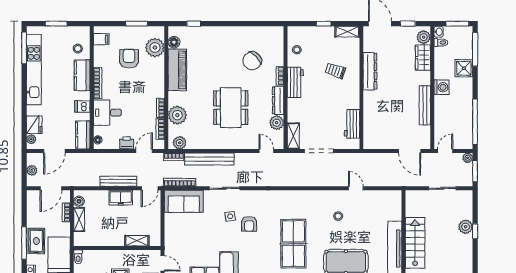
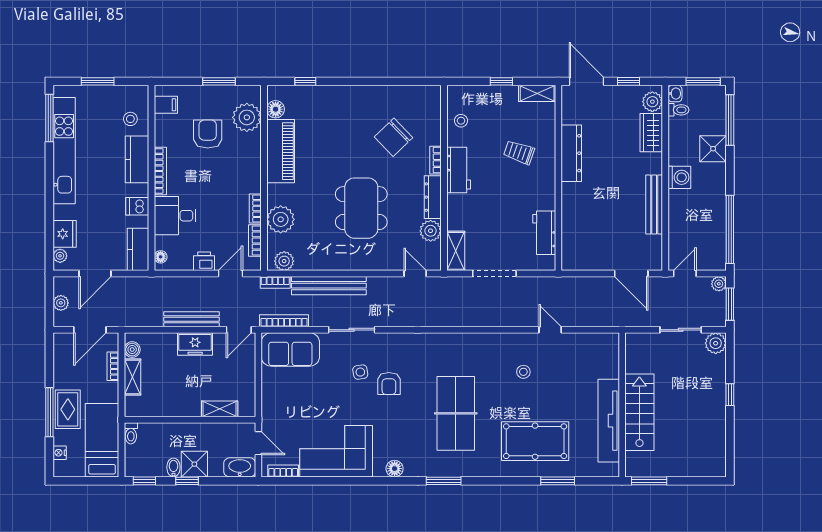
plant: (466, 227) -> (716, 343), moved

